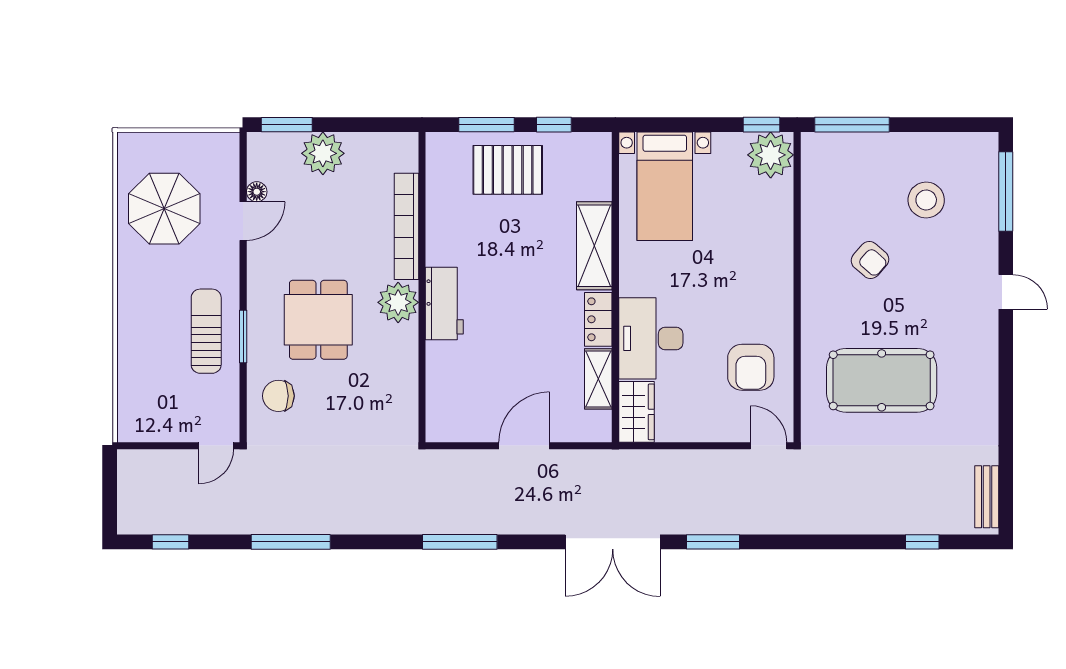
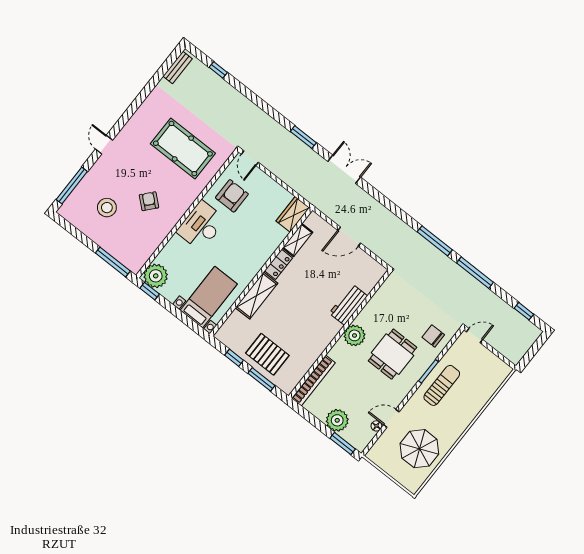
bookcase: (406, 226) -> (313, 381), moved
workbench: (444, 303) -> (348, 305), moved
sun lounger: (206, 331) -> (442, 385), turned 180
desk: (651, 338) -> (201, 226), moved, turned 180
chair: (278, 396) -> (433, 336), turned 180
window: (460, 542) -> (435, 241), moved
double door: (613, 542) -> (344, 169), width x0.73

